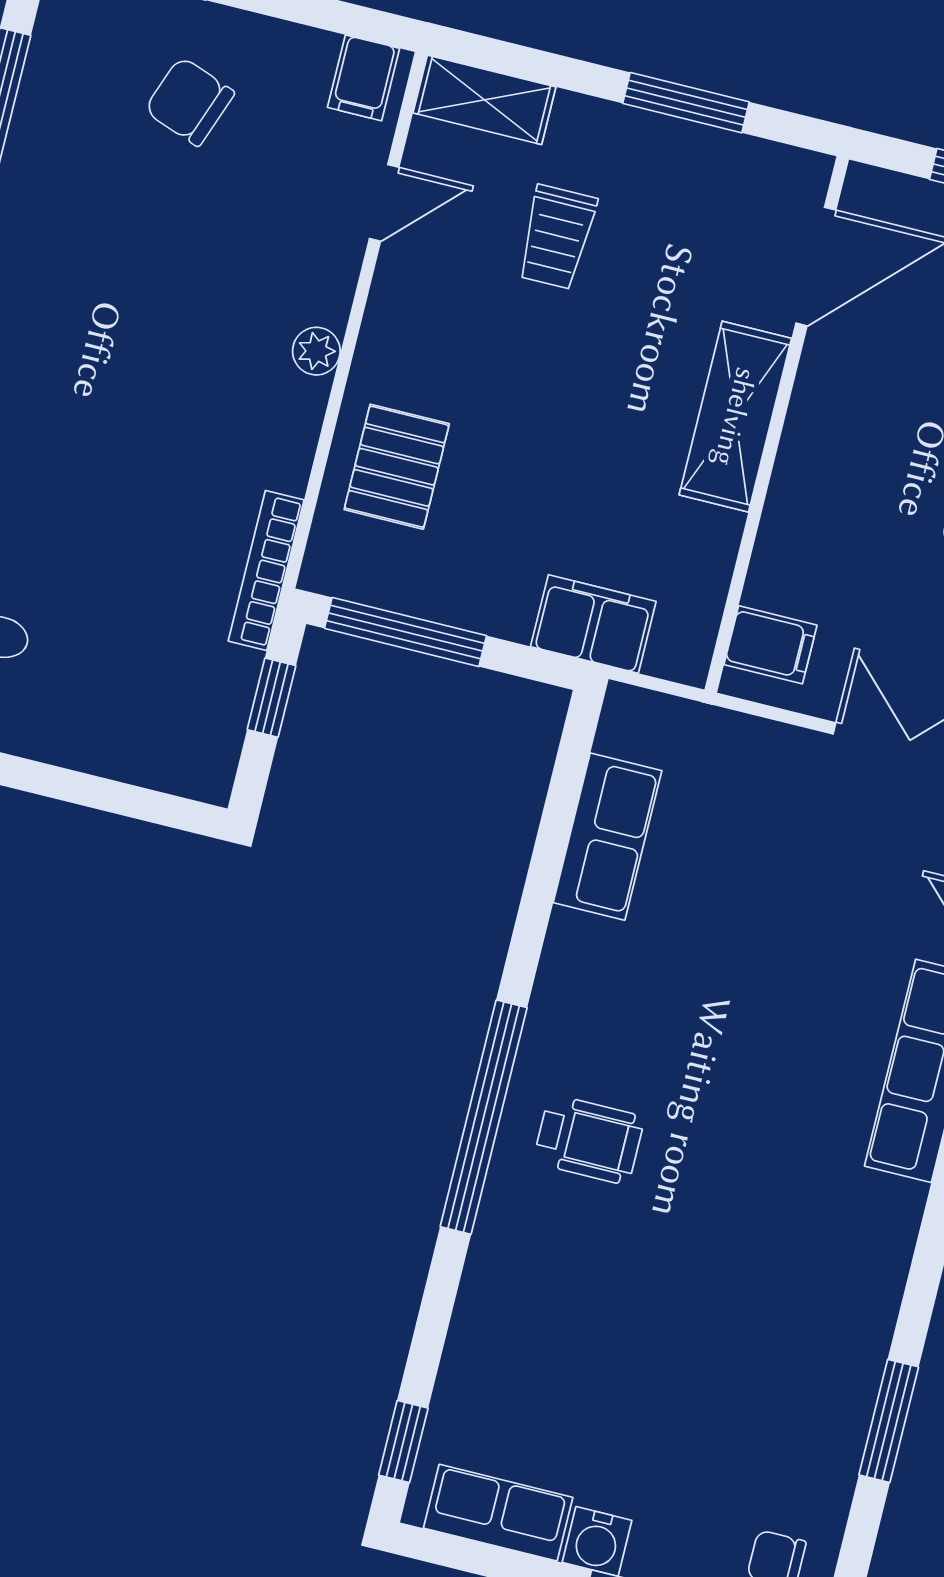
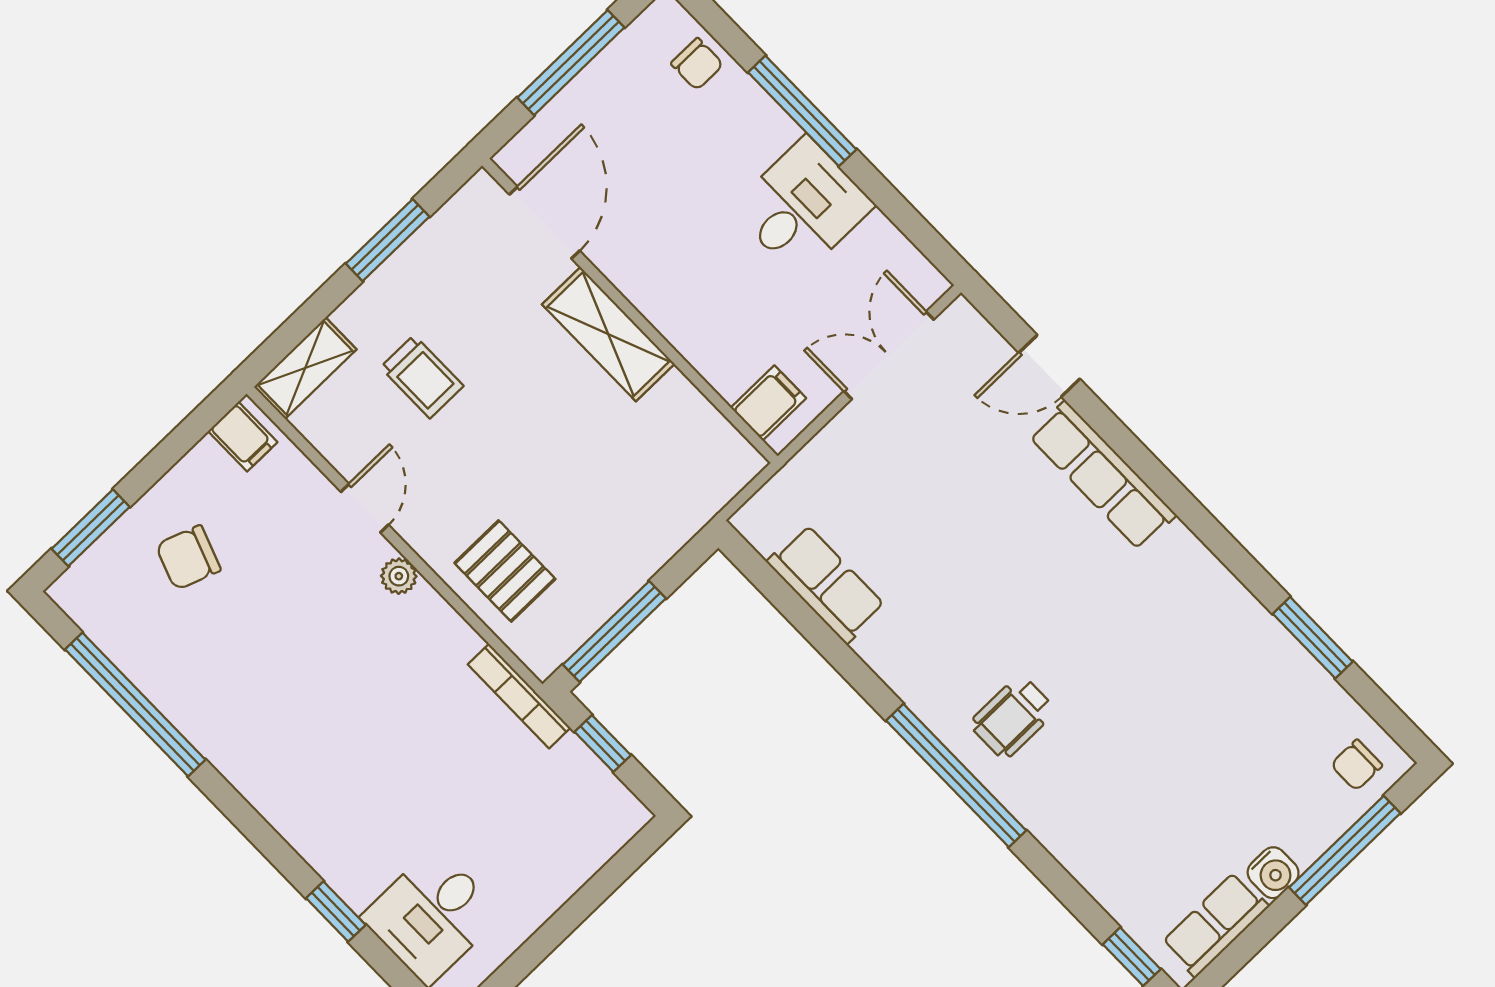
door: (384, 203) -> (365, 508), moved
filing cabinet: (593, 624) -> (684, 508), removed
wheelchair: (589, 1140) -> (1013, 717), turned 180

